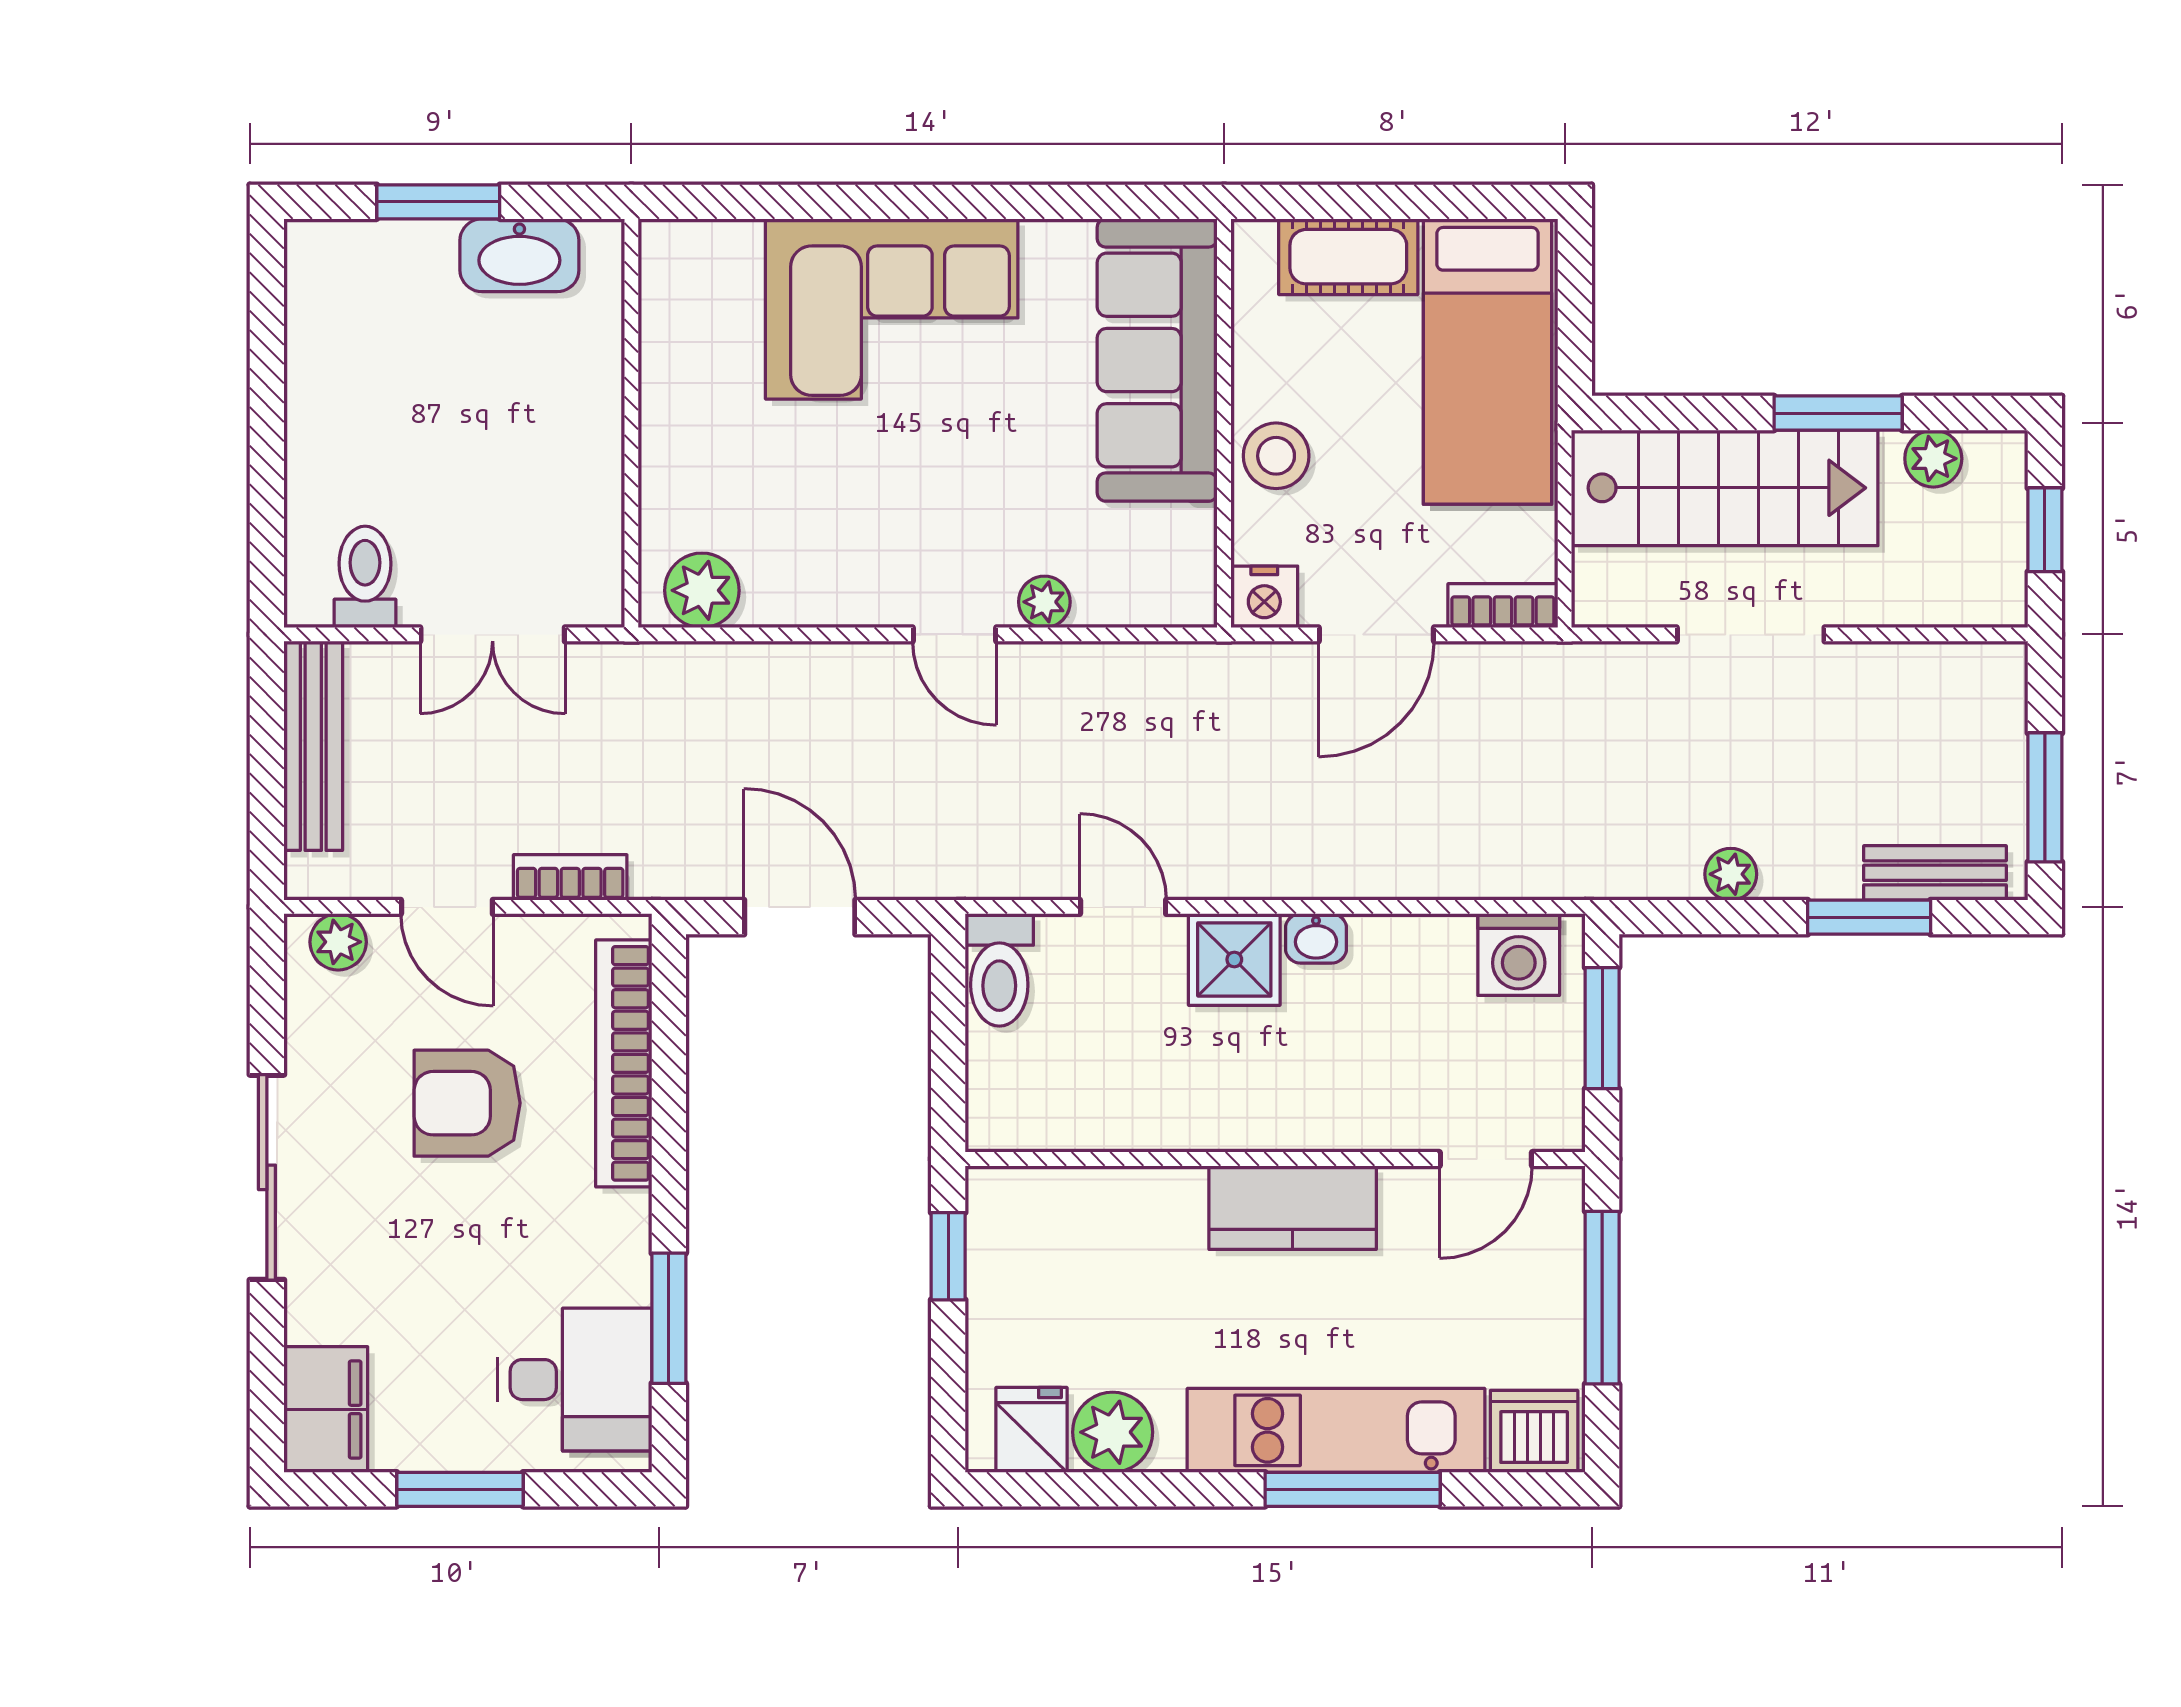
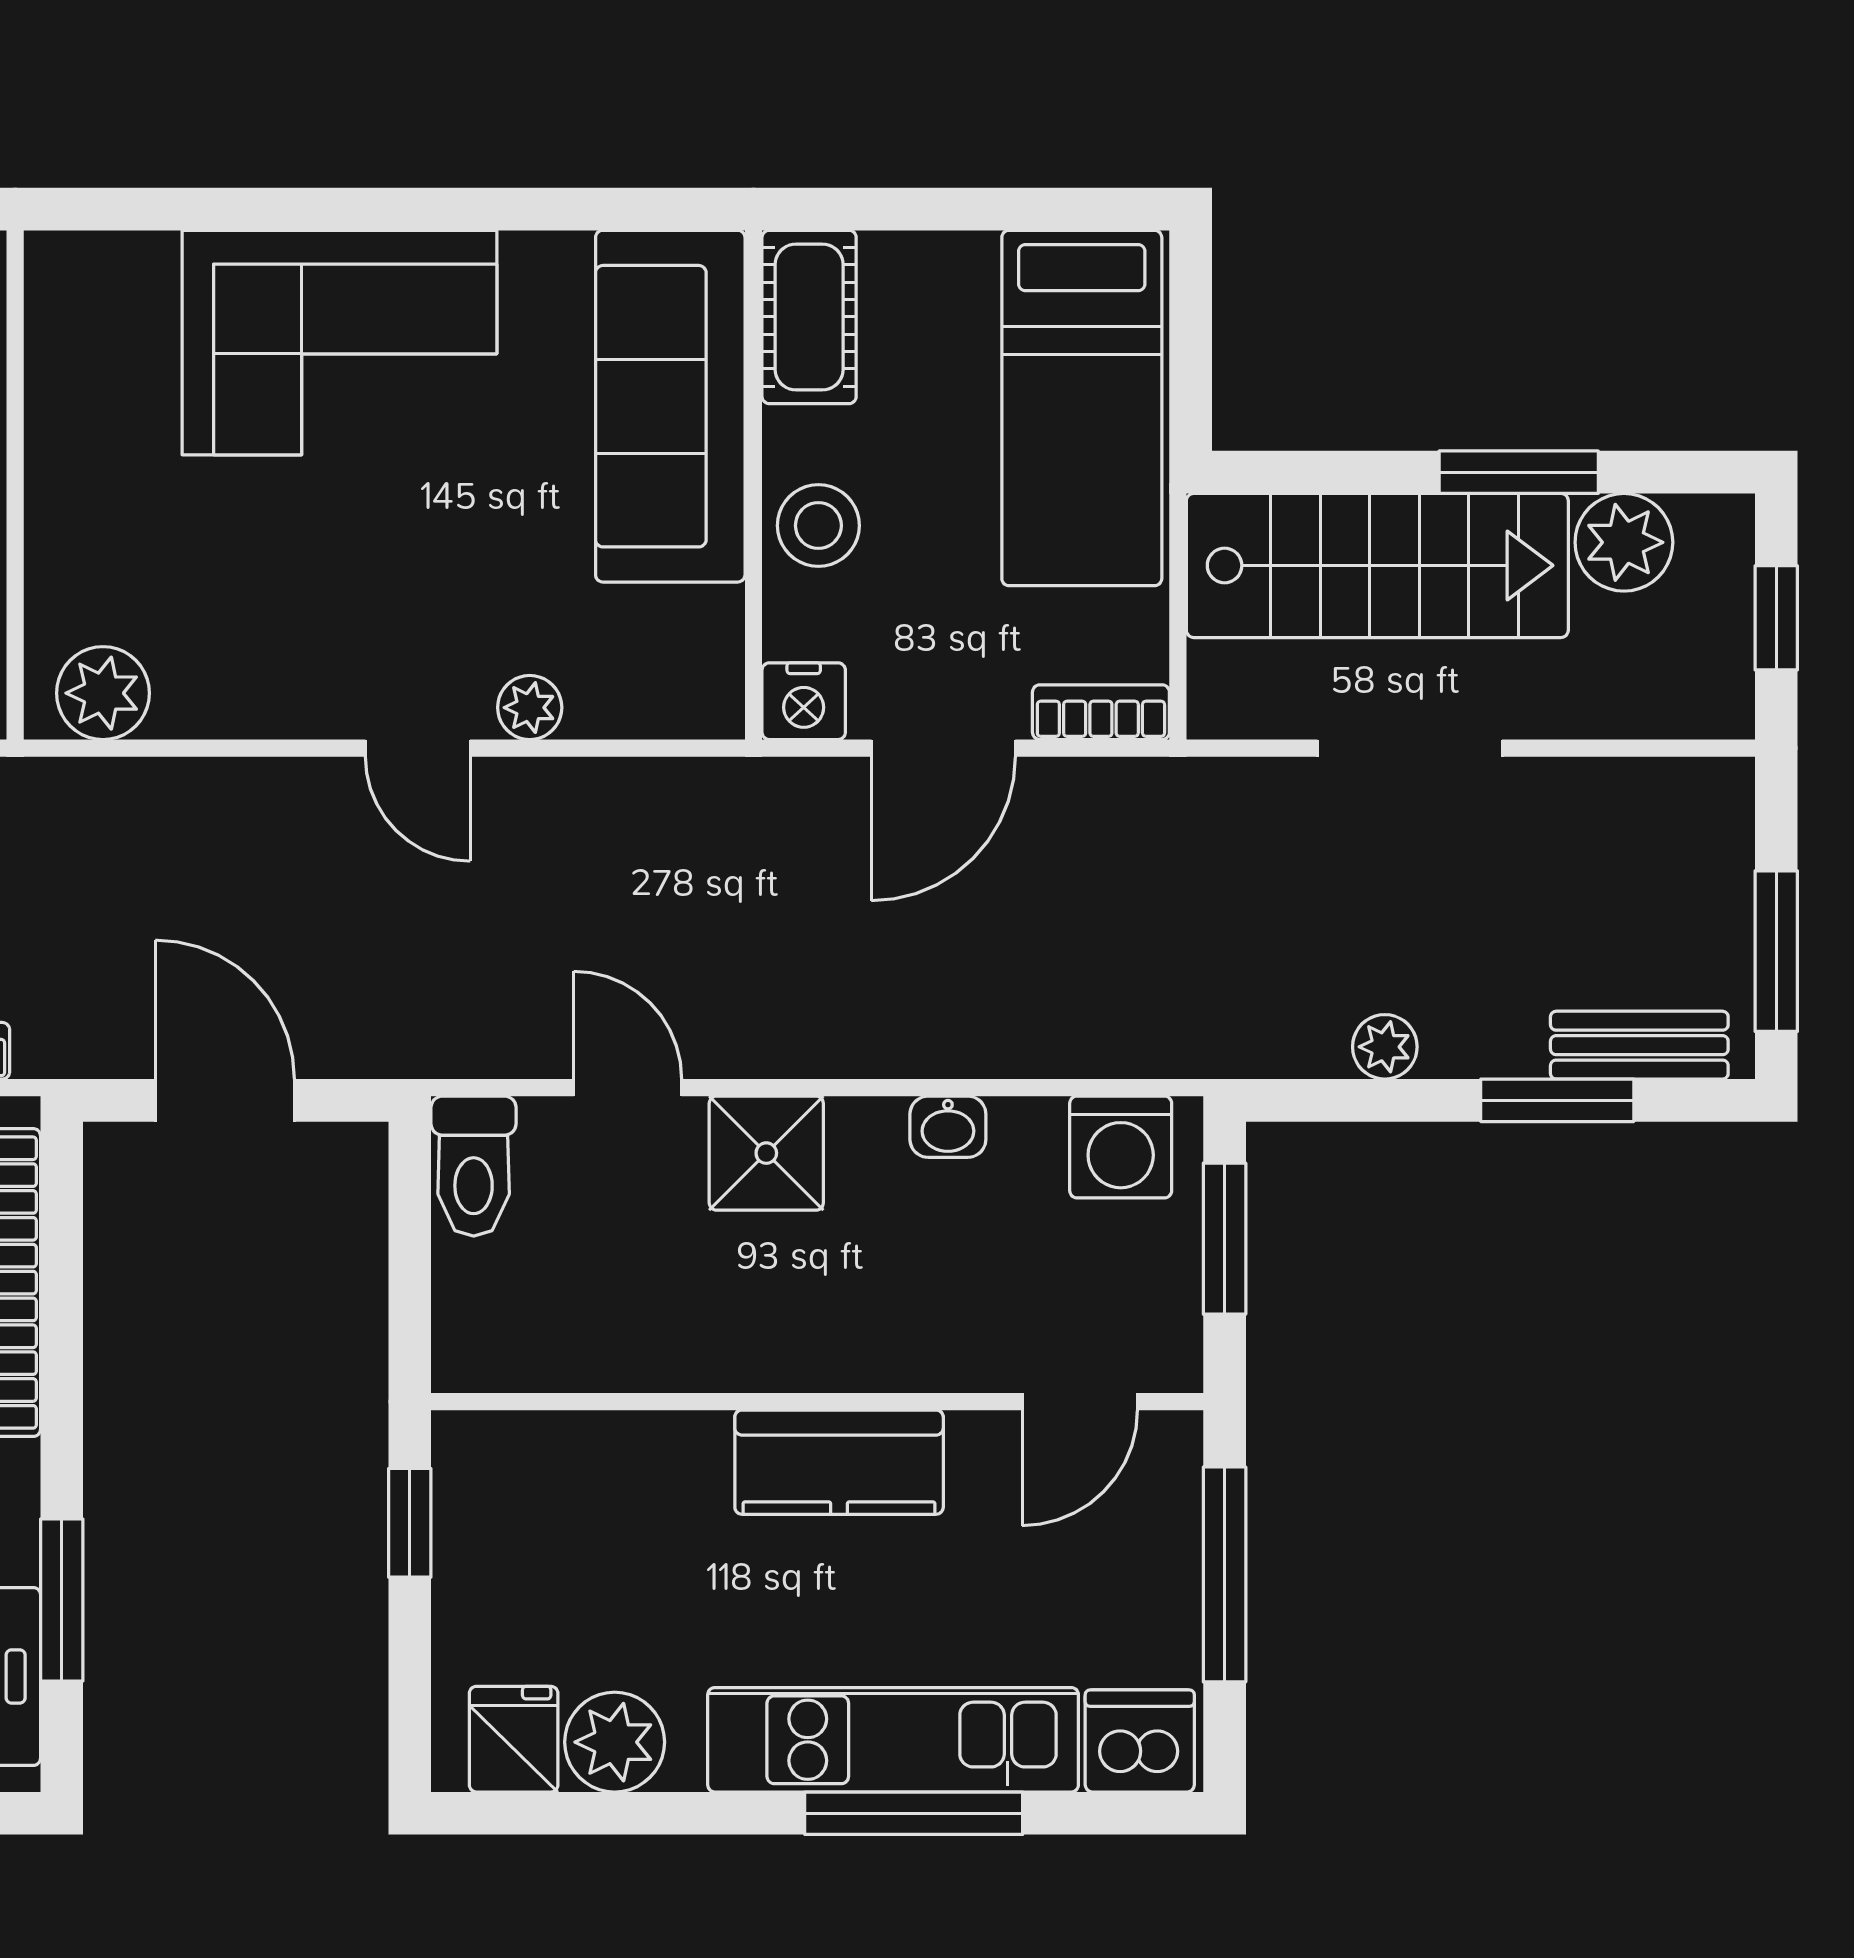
cot: (1348, 257) -> (809, 317), moved, turned 90
plant: (1933, 459) -> (1624, 542), width x1.38, depth x1.38
washbasin: (1316, 938) -> (948, 1127), moved

